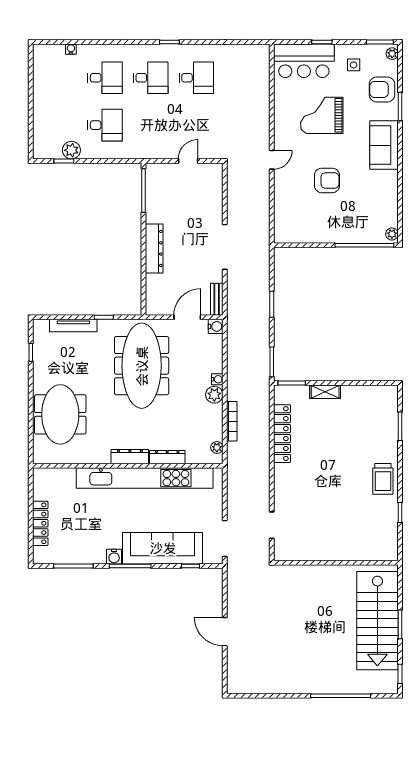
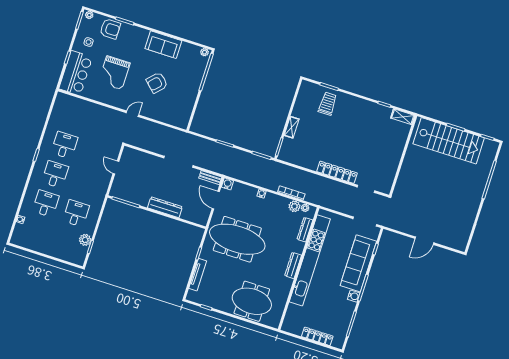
armchair: (382, 90) -> (110, 29), turned -90
sofa: (384, 145) -> (163, 45), moved
door: (272, 160) -> (132, 114), hinge flipped
armchair: (327, 180) -> (157, 83), turned -136
plant: (214, 395) -> (294, 206), moved
locker: (282, 434) -> (337, 172), moved
dresser: (167, 457) -> (305, 230), moved
trolley: (383, 479) -> (328, 104), moved, turned -90
shelving: (391, 544) -> (403, 117), added

